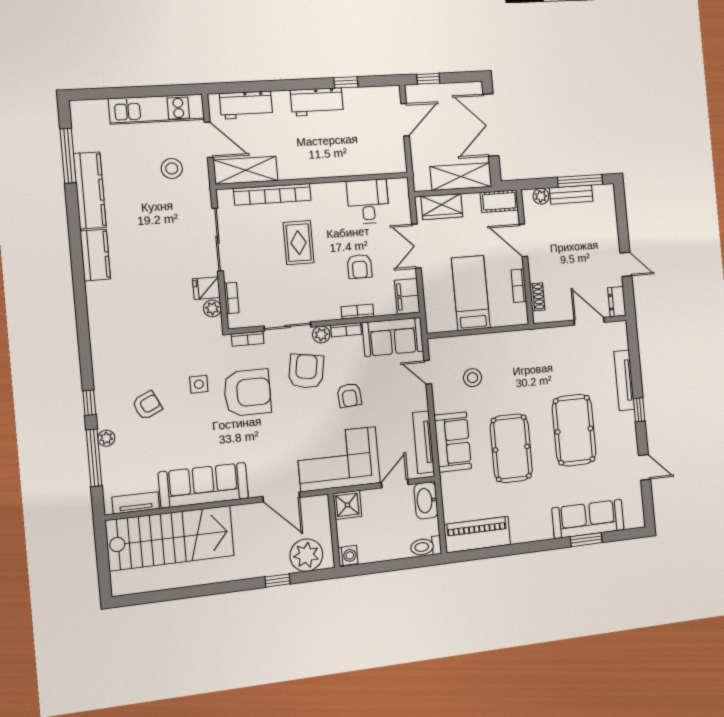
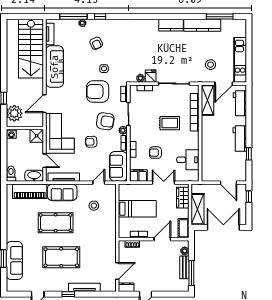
armchair: (247, 393) -> (98, 91), turned 90
piano: (477, 535) -> (30, 191), moved, turned 90

